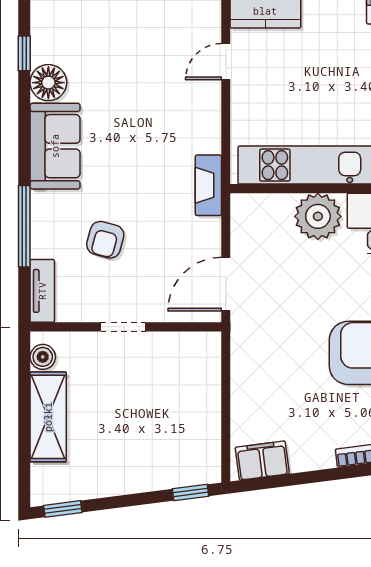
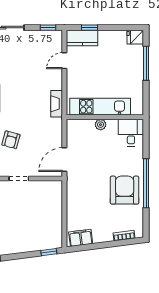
fireplace: (208, 185) -> (57, 104), moved
plant: (318, 216) -> (101, 125), width x0.53, depth x0.53

